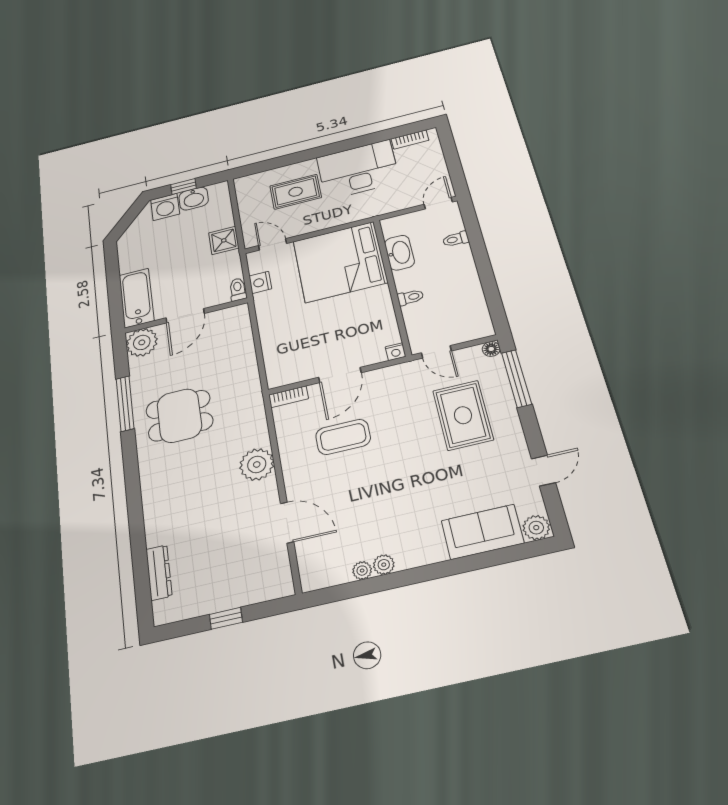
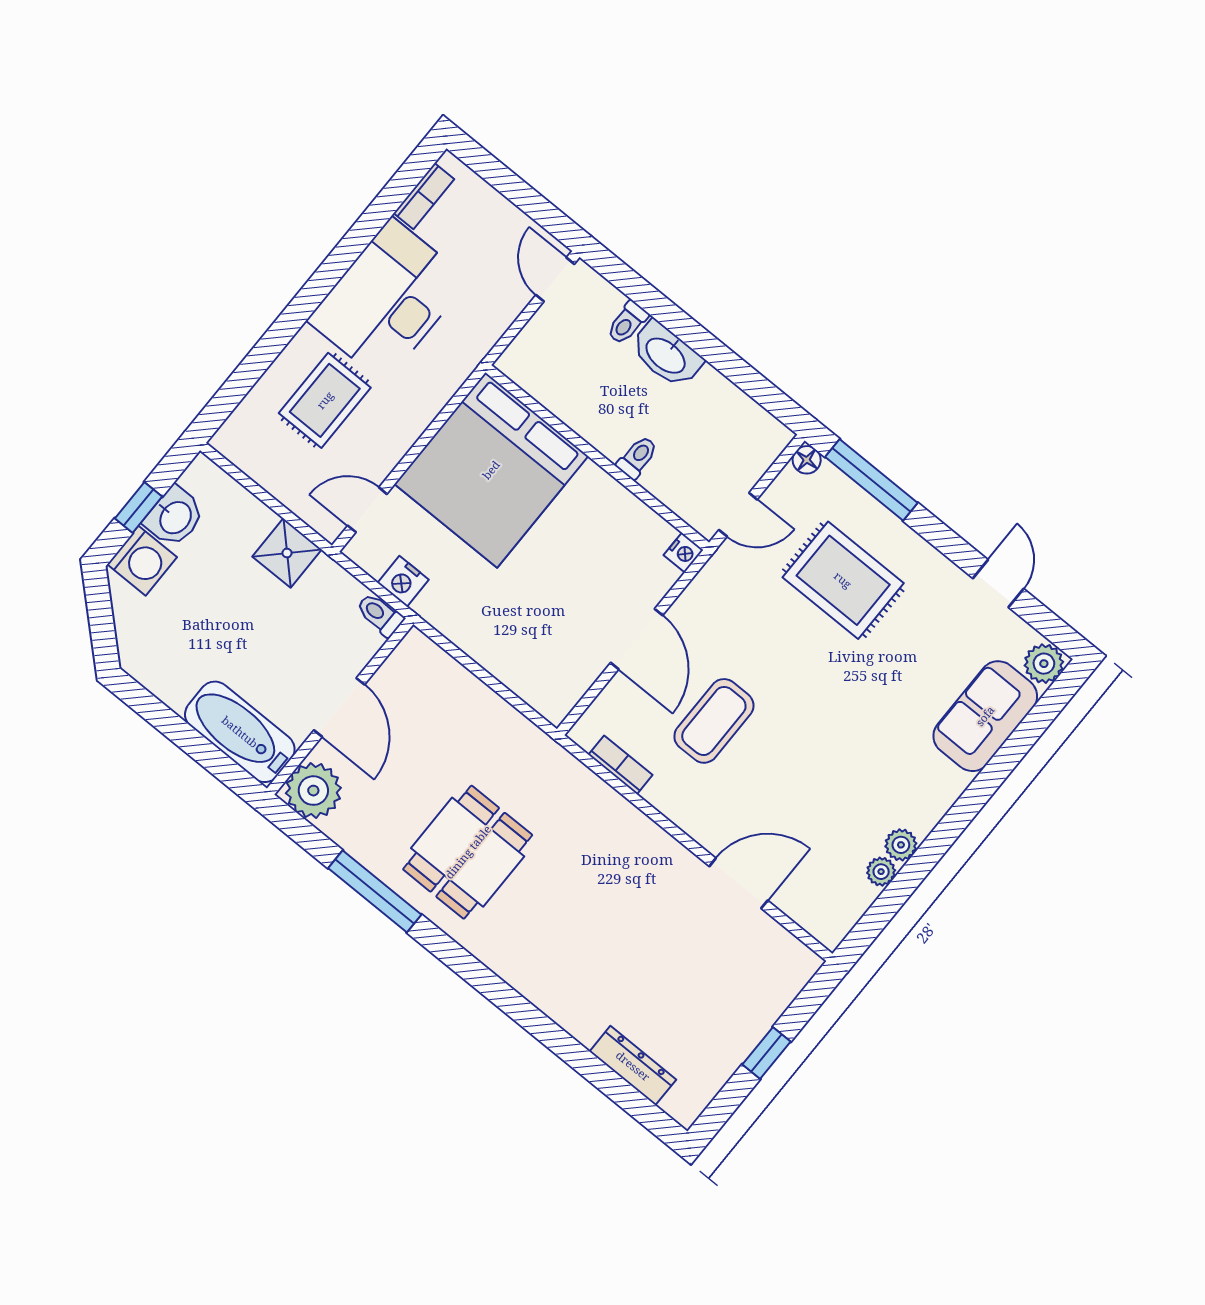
washbasin: (399, 253) -> (666, 355), moved, turned 180
bookcase: (289, 397) -> (620, 765), moved, turned -90
plant: (257, 464) -> (633, 840), removed

